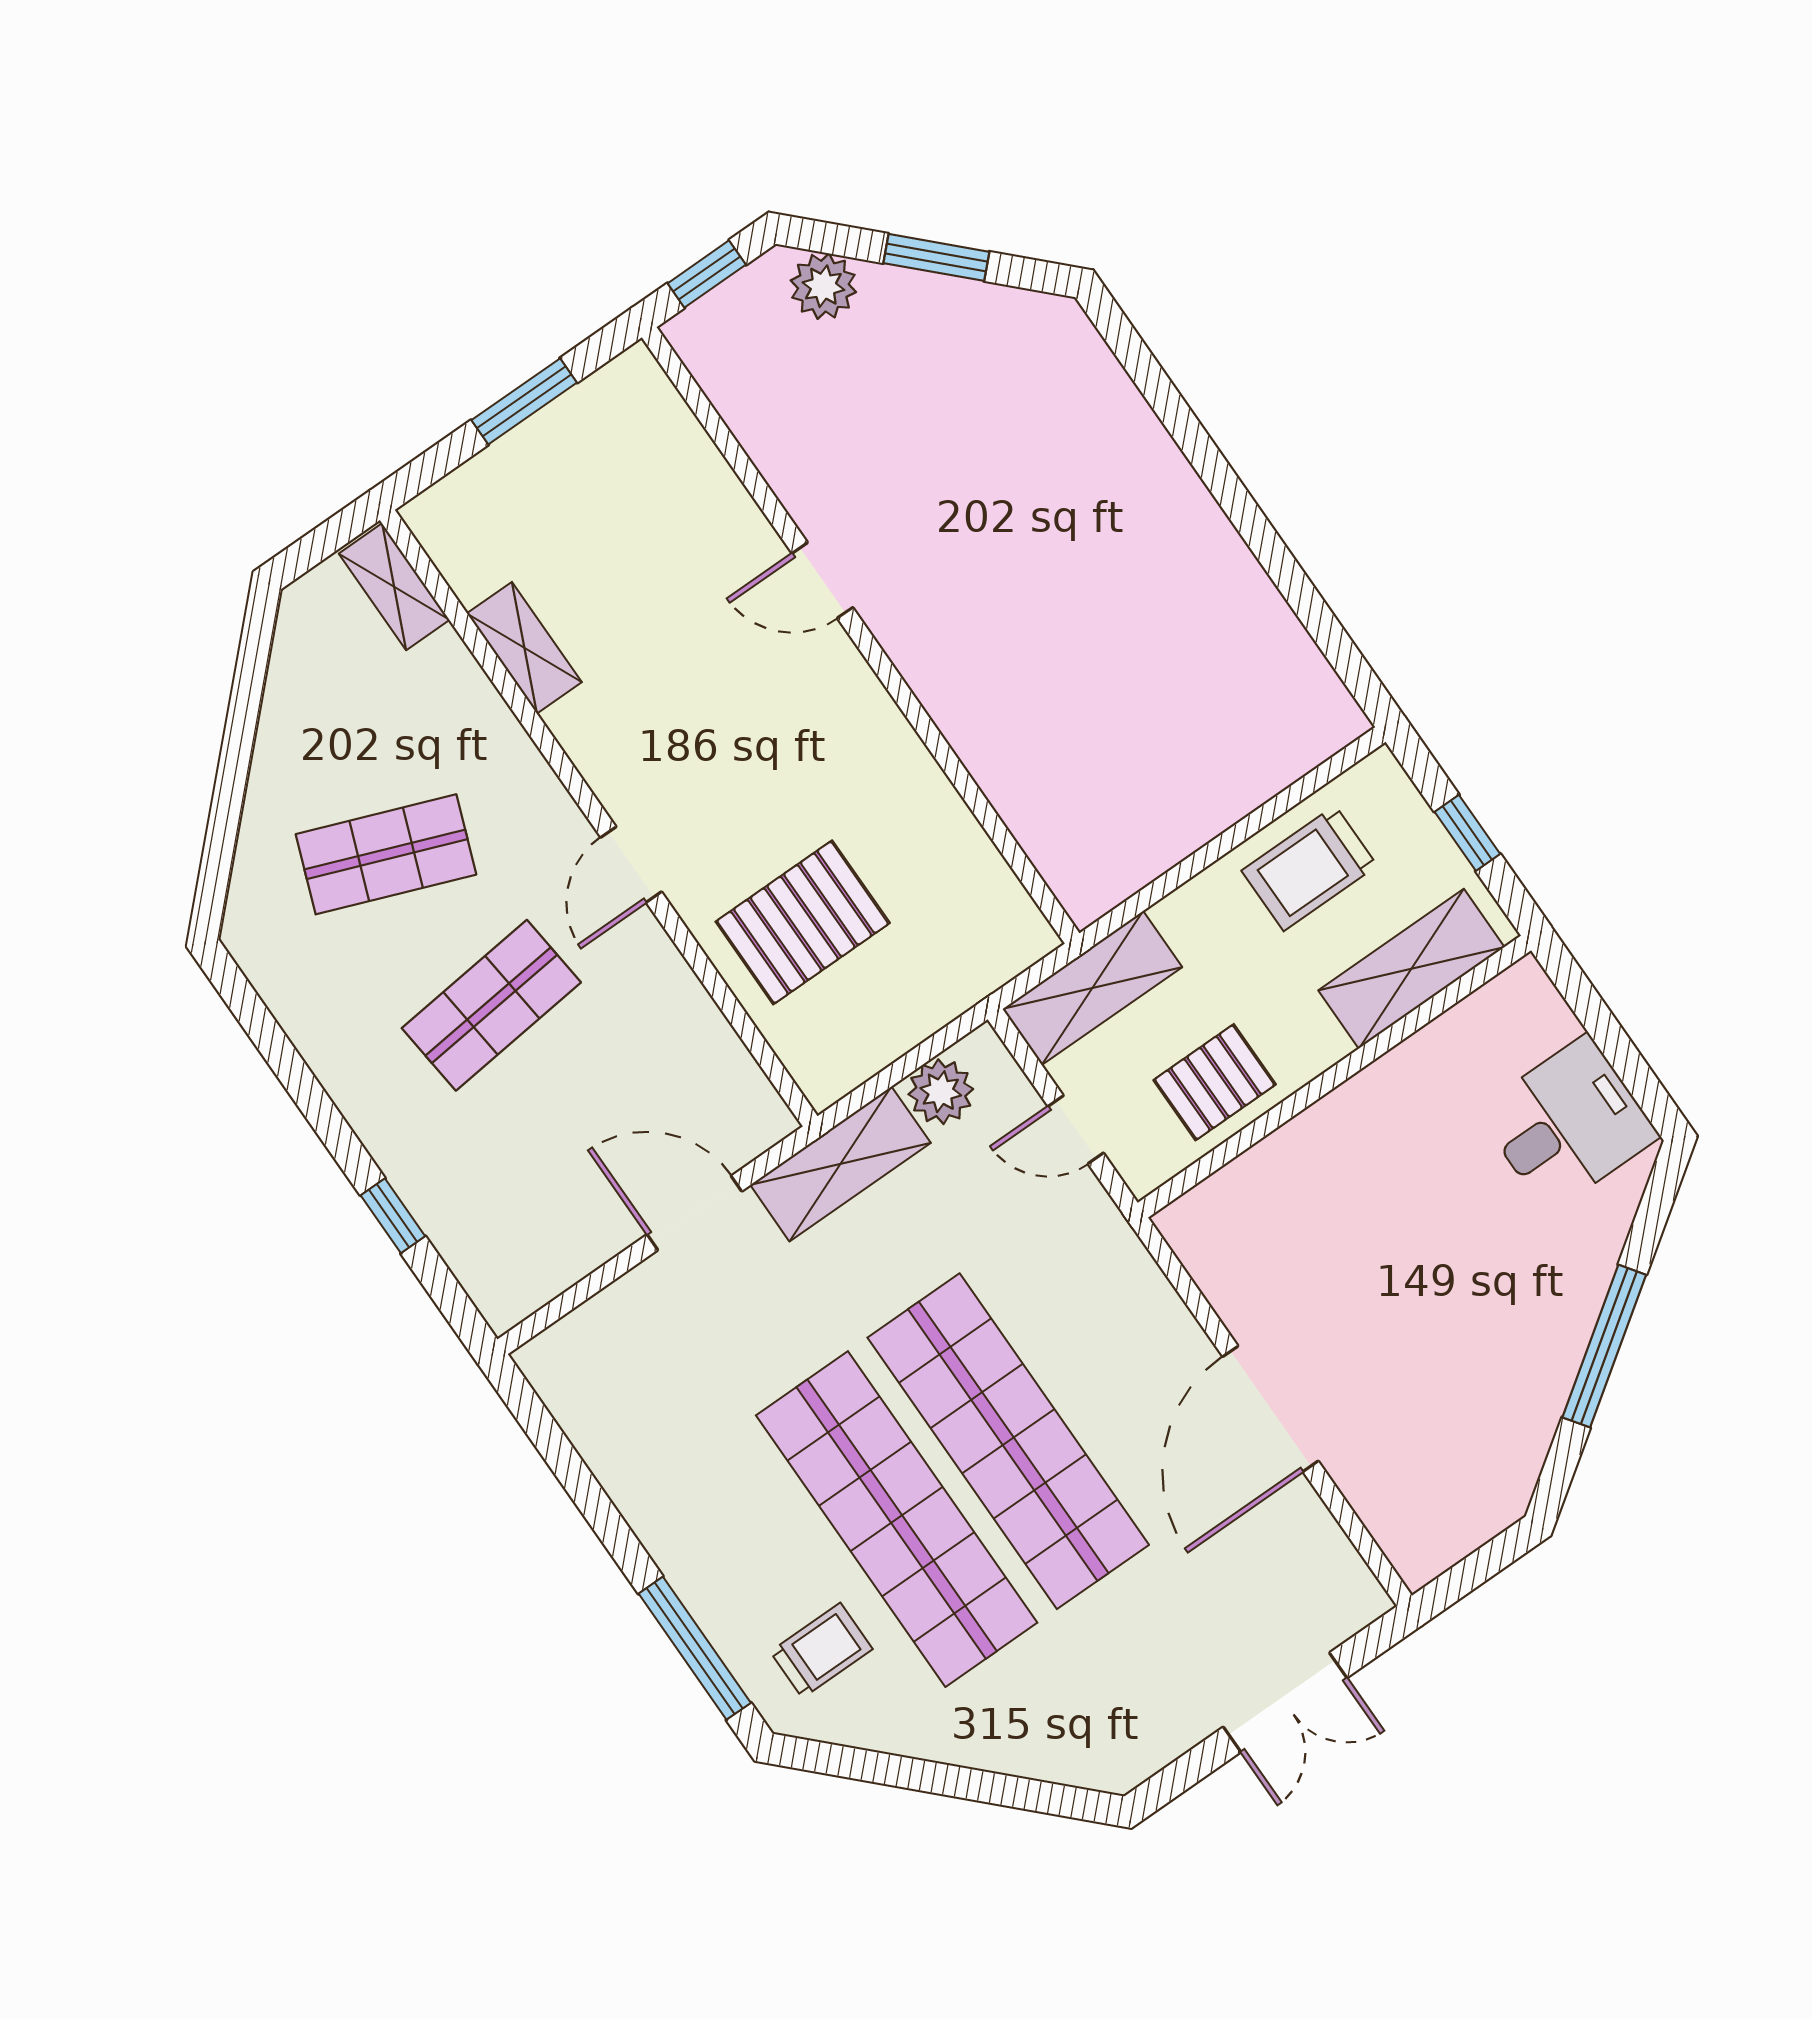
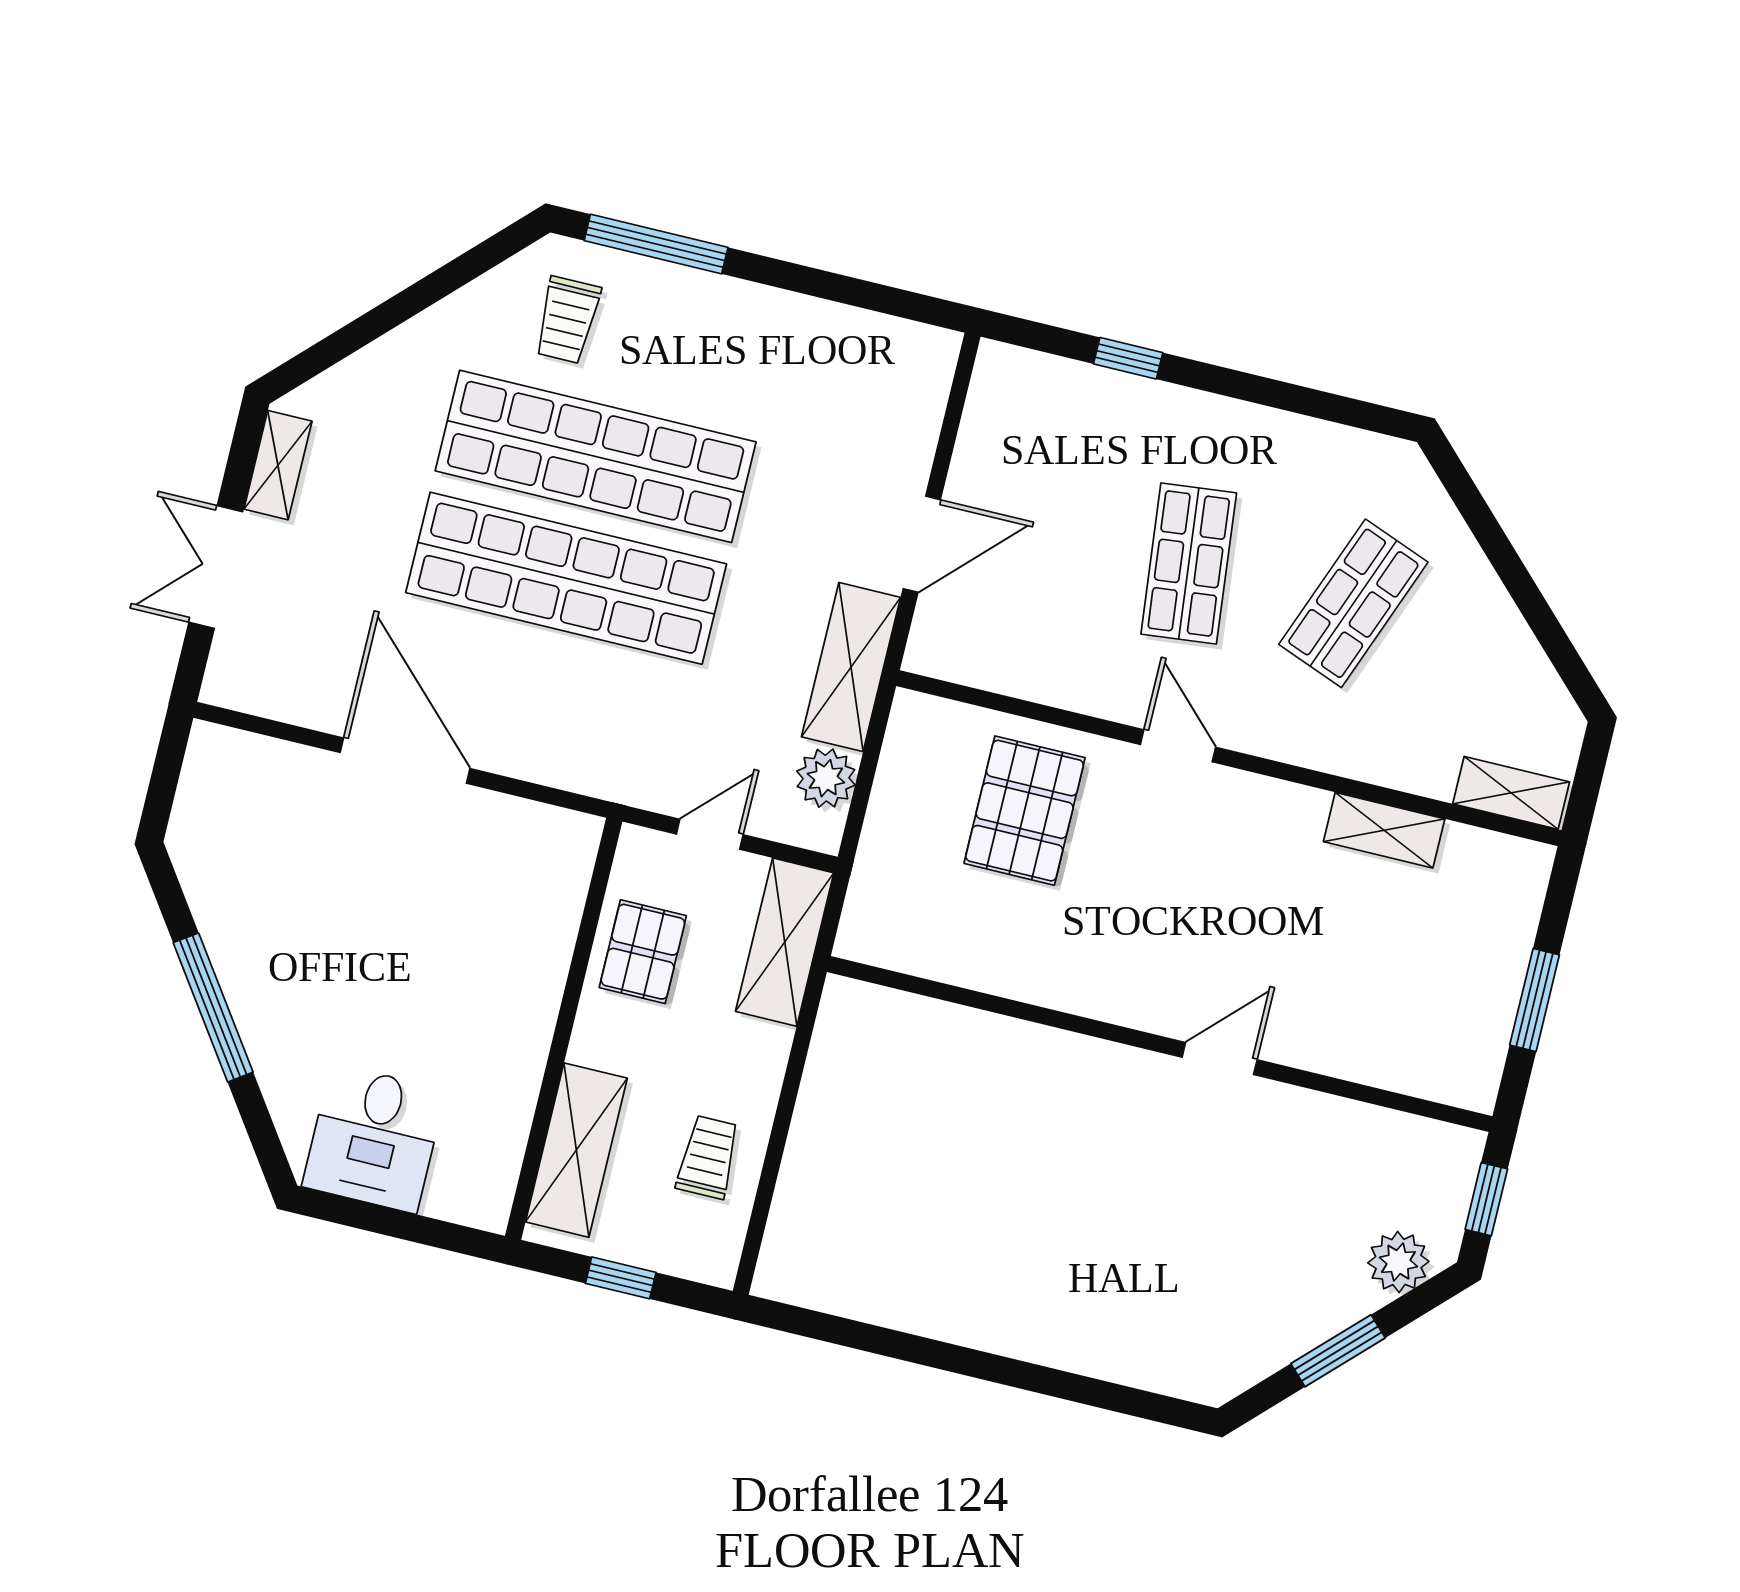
trolley: (1309, 868) -> (708, 1157), width x0.73, depth x0.72
shelving: (1161, 1741) -> (278, 465), added

